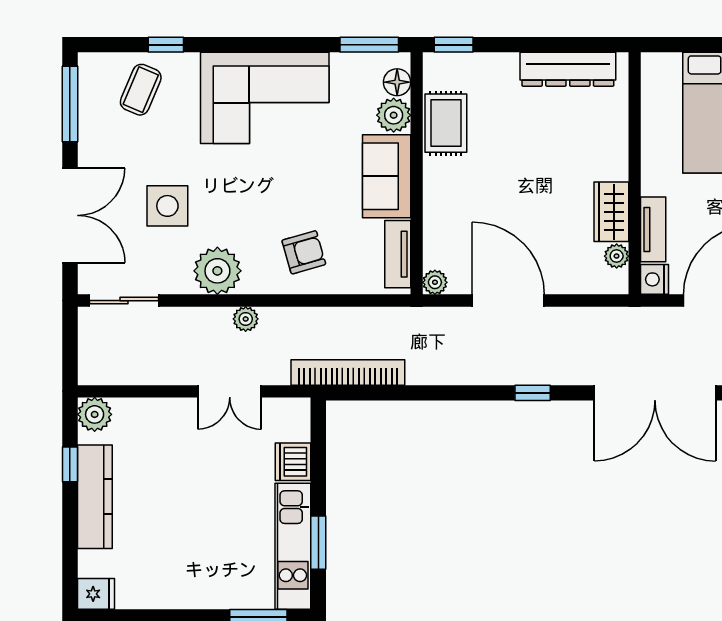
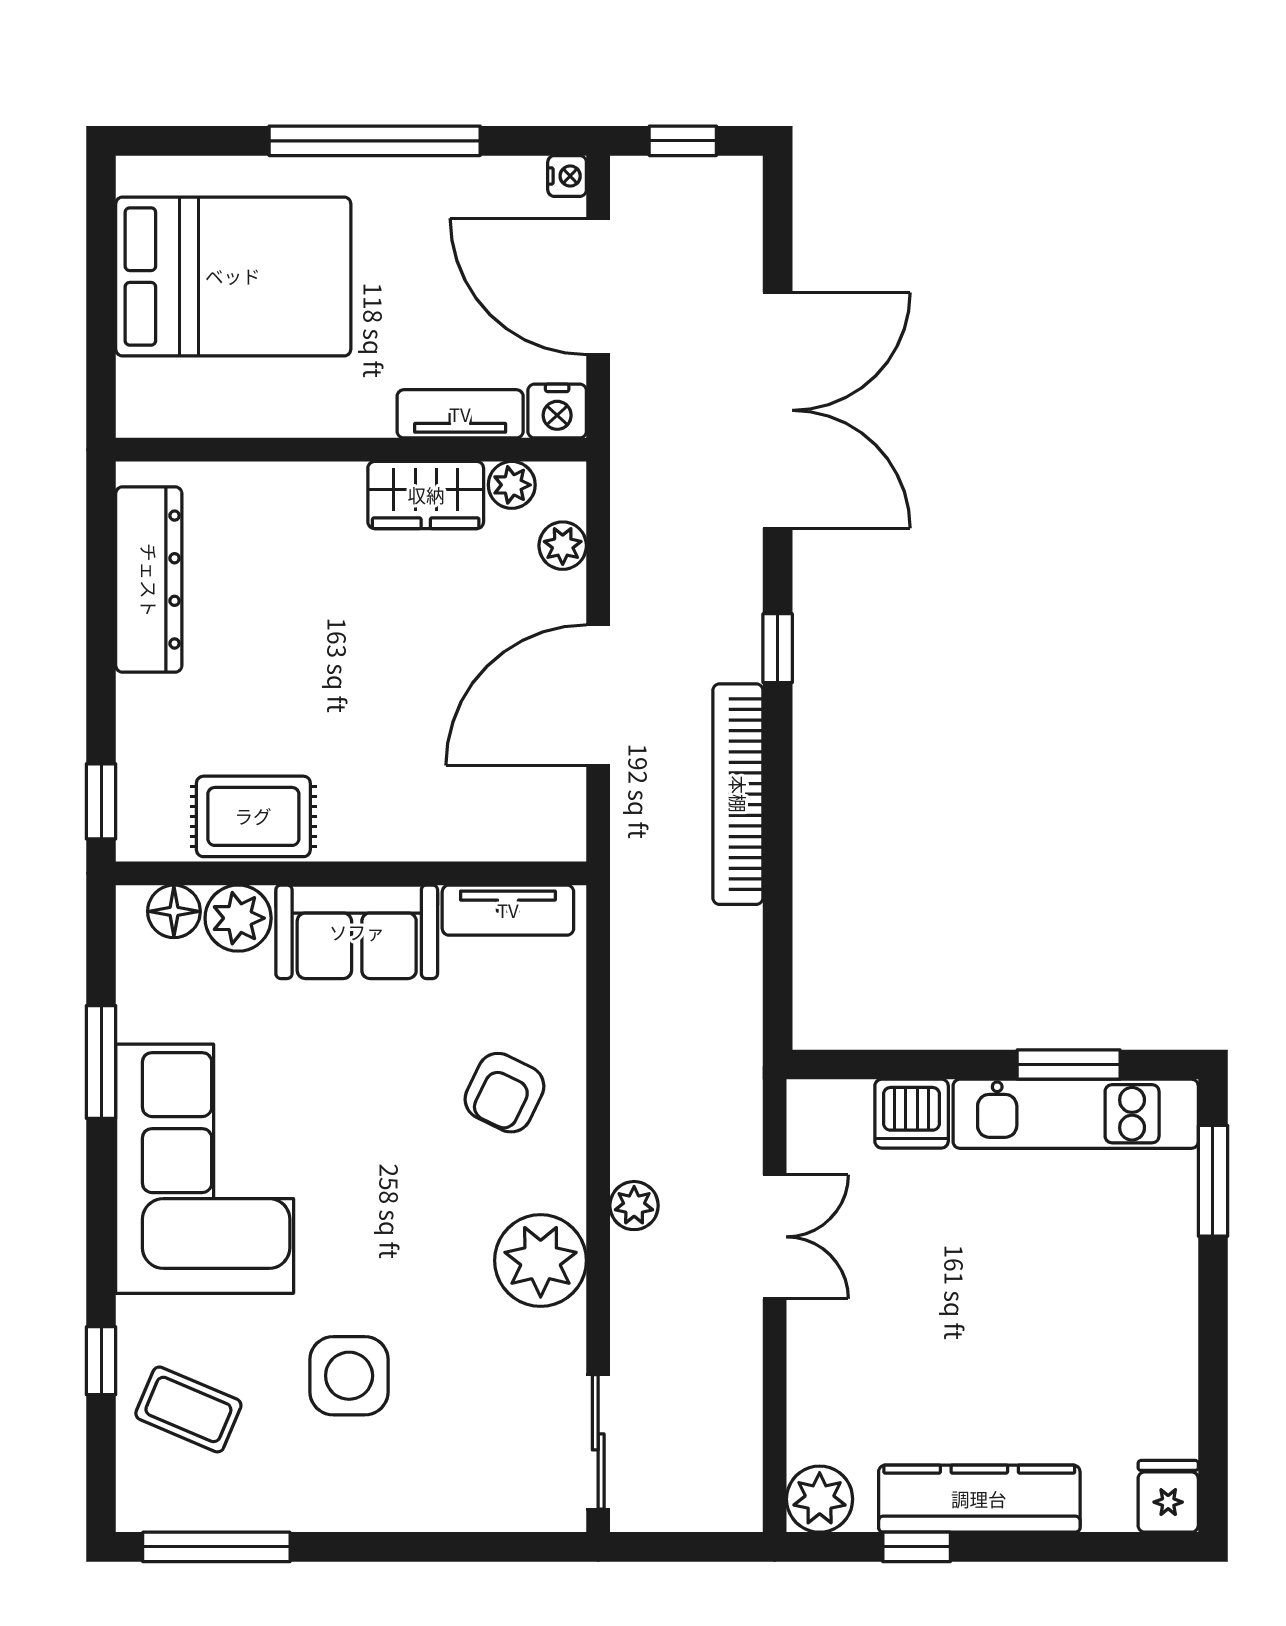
window: (369, 45) -> (101, 1062), moved
side table: (167, 206) -> (349, 1376), moved
double door: (70, 215) -> (433, 1547), removed
armchair: (304, 252) -> (504, 1093), turned -138
plant: (435, 282) -> (563, 546), moved
bookcase: (348, 372) -> (738, 794), moved

